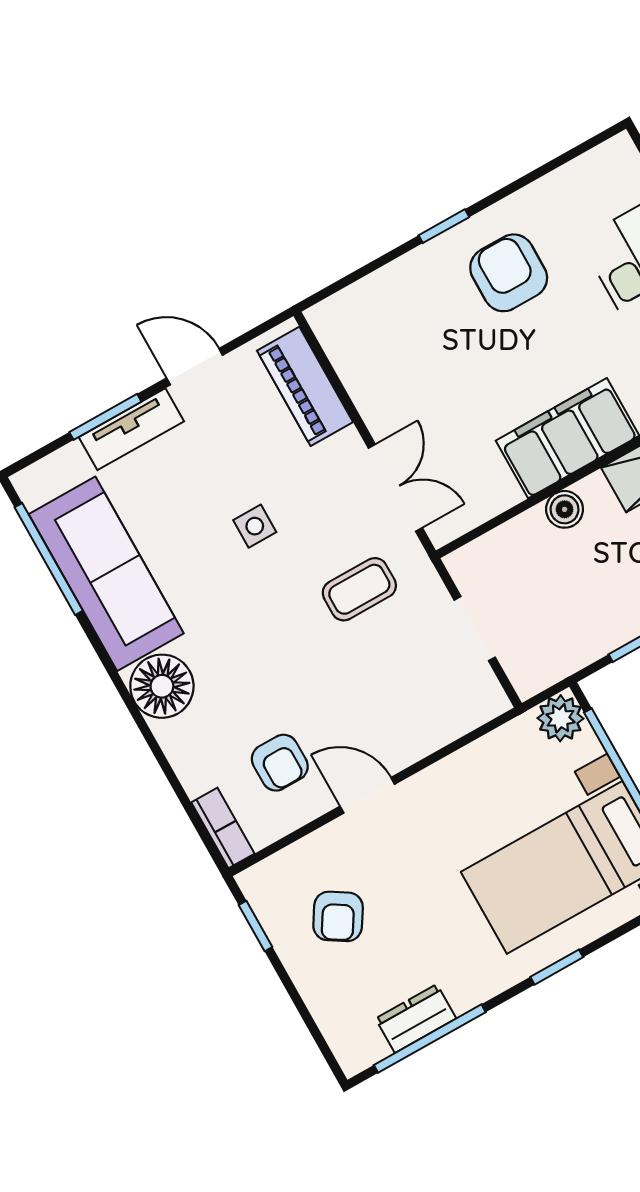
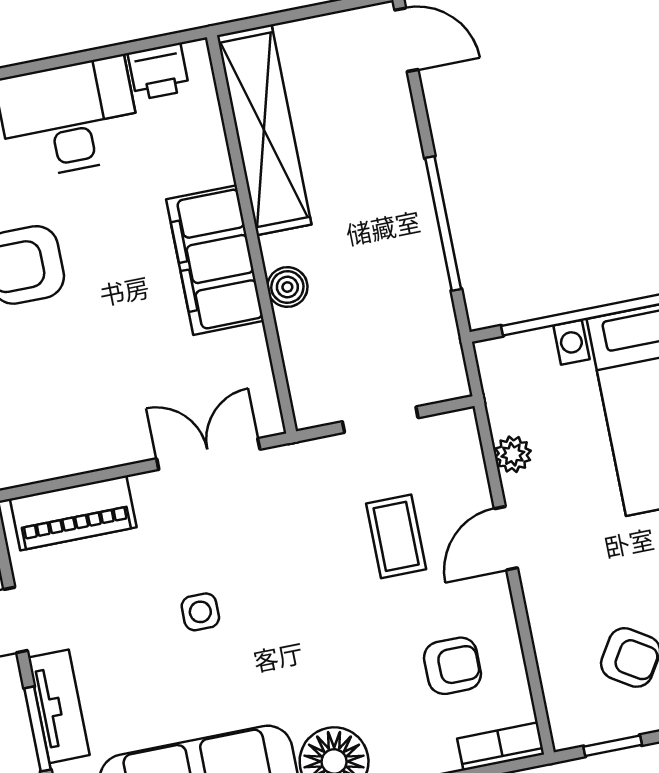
coffee table: (359, 589) -> (396, 536), moved
plant: (560, 718) -> (513, 454), moved, width x0.73, depth x0.73
door: (367, 795) -> (506, 538), moved

